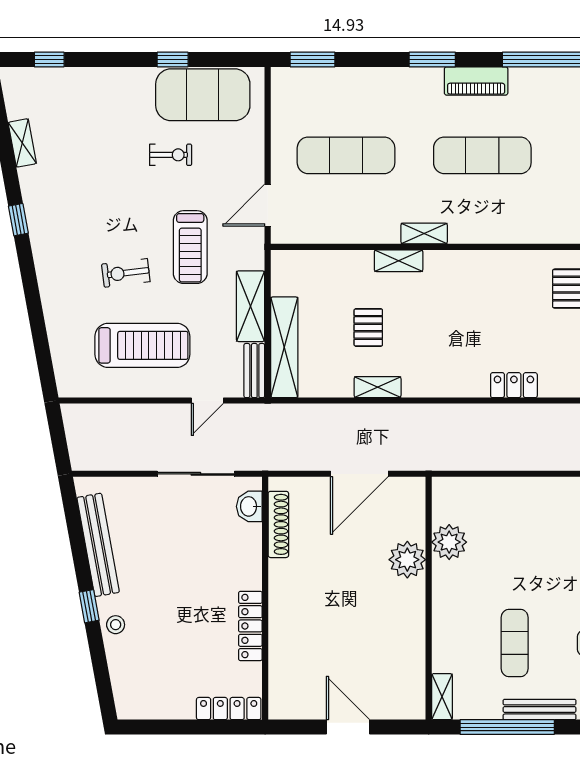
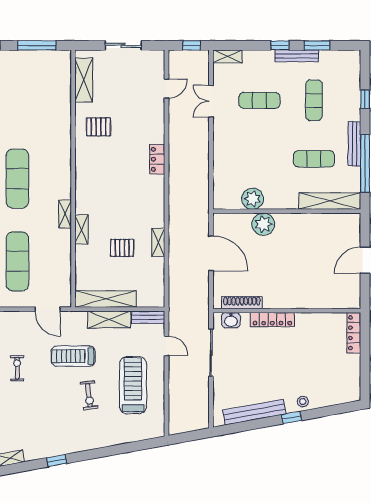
treadmill: (190, 247) -> (73, 356), turned 180
shelving: (284, 347) -> (105, 299), moved
locker: (250, 626) -> (272, 320), moved
shelving: (442, 697) -> (330, 201), width x2.20, depth x1.33

